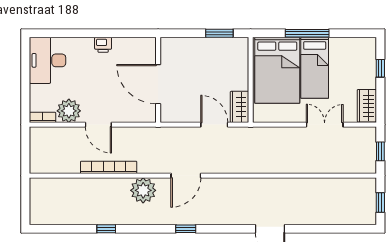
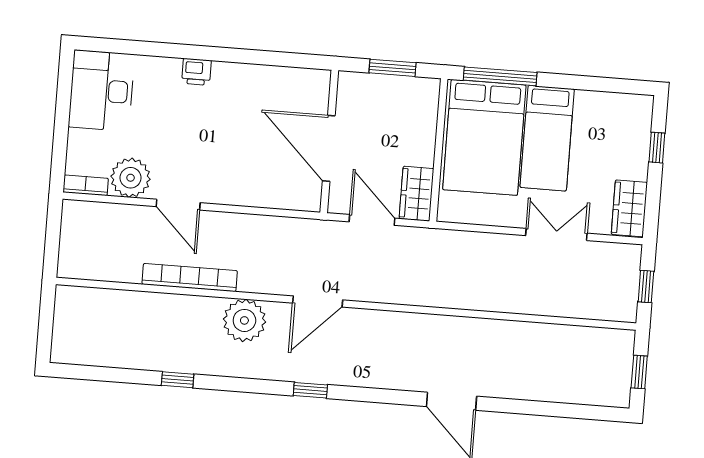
window: (307, 33) -> (500, 76), moved
wall: (158, 80) -> (329, 141), moved
door: (158, 84) -> (329, 148), moved

